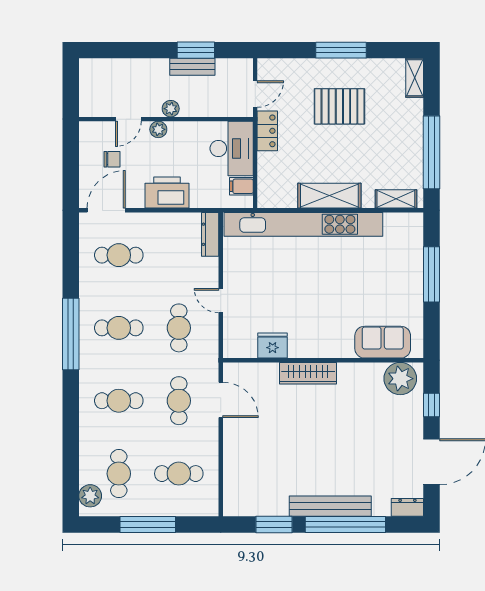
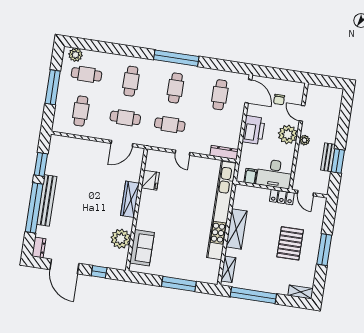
plant: (158, 129) -> (288, 134), width x1.87, depth x1.87
door: (221, 301) -> (183, 153), swing flipped
plant: (400, 379) -> (121, 239), moved

